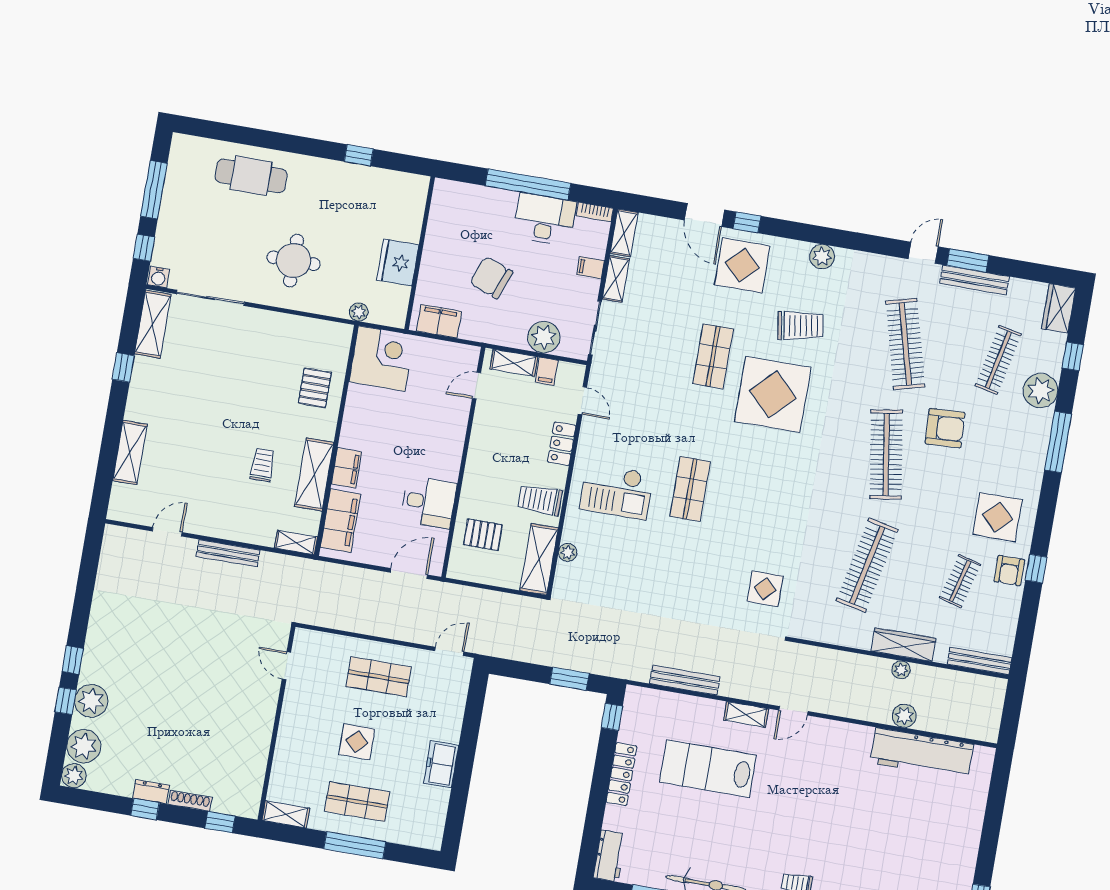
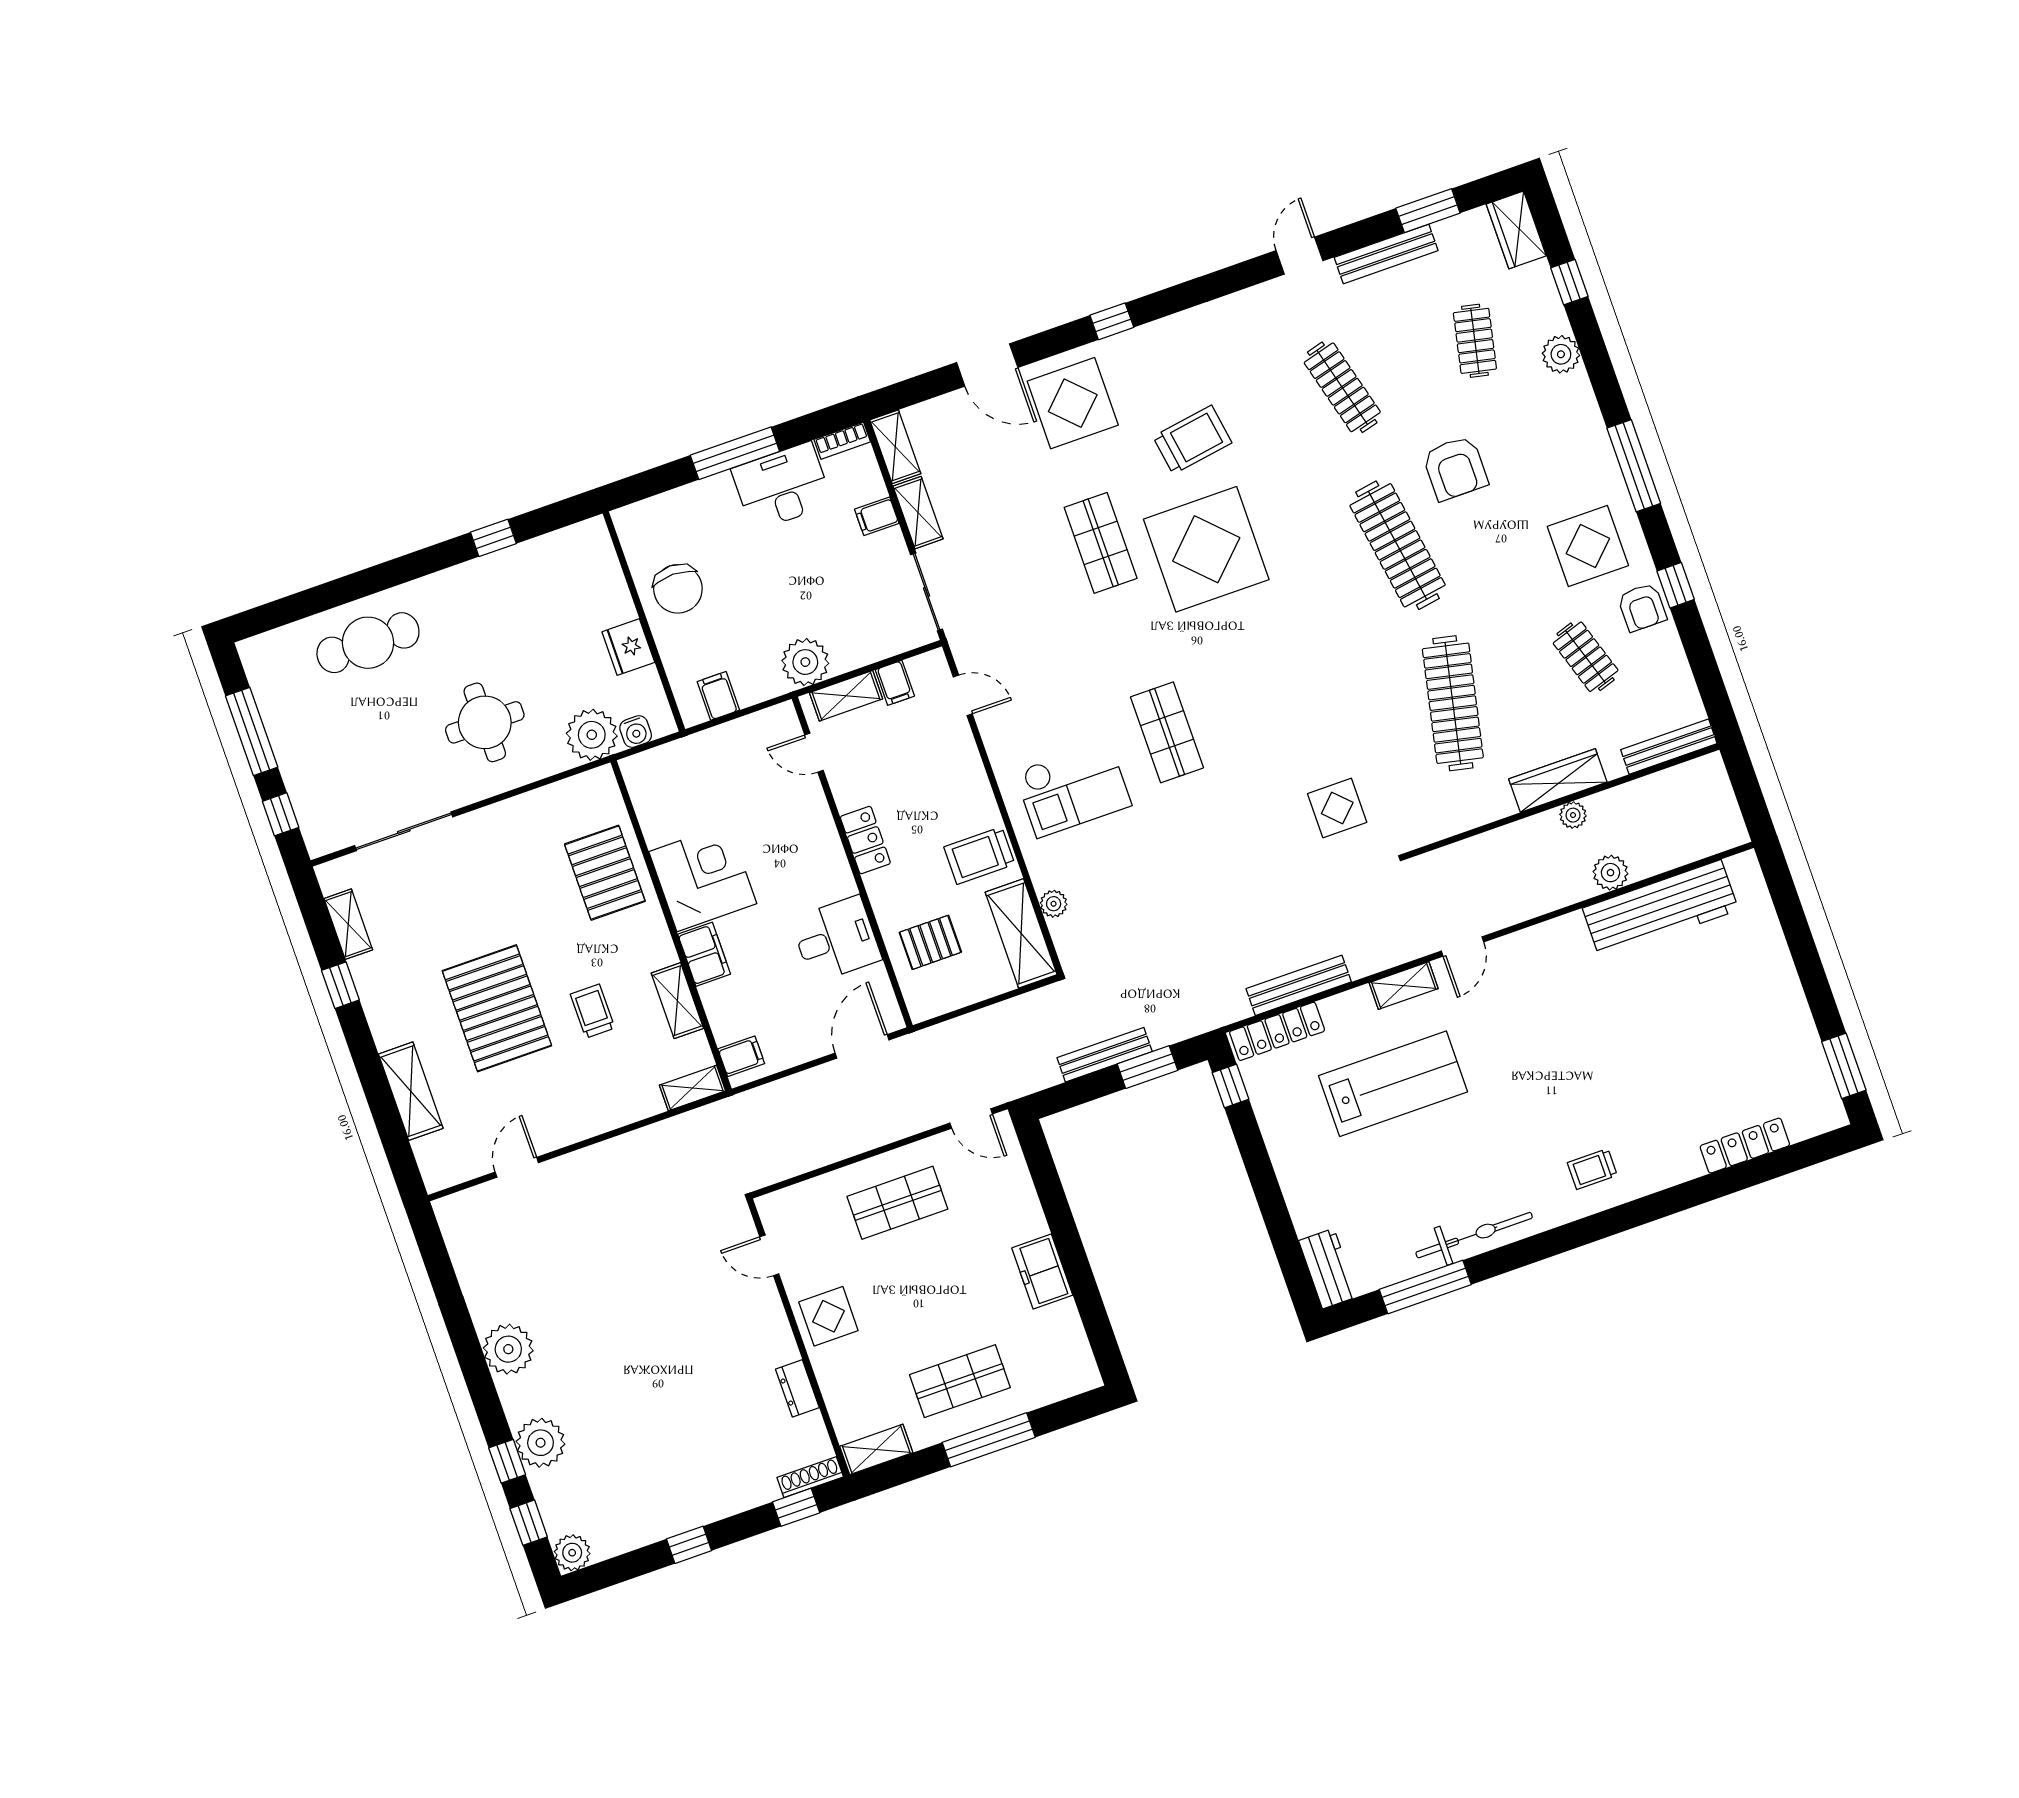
window: (528, 184) -> (735, 453), width x0.68
window: (747, 222) -> (1112, 321), moved
plant: (822, 257) -> (1171, 334), removed
window: (968, 260) -> (1428, 211), moved
fridge: (398, 262) -> (628, 647), width x0.73, depth x0.75
water cooler: (158, 277) -> (636, 732), moved
chair: (491, 277) -> (678, 589), moved, turned -111
plant: (359, 312) -> (592, 735), width x1.88, depth x1.88
filing cabinet: (439, 321) -> (718, 696), width x0.50
shelving: (153, 324) -> (348, 924), width x0.67, depth x0.75
plant: (544, 337) -> (805, 662), moved
clothes rail: (905, 344) -> (1342, 387), width x0.73, depth x0.76
corner desk: (382, 359) -> (703, 878), moved
clothes rail: (998, 360) -> (1475, 341), width x0.73
door: (477, 386) -> (814, 753), hinge flipped
pallet: (315, 388) -> (605, 873), width x1.50, depth x1.42
plant: (1040, 391) -> (1561, 354), width x0.73, depth x0.73
armchair: (945, 428) -> (1455, 468), turned 93
pallet: (207, 432) -> (497, 1008), added
window: (1058, 442) -> (1634, 466), moved
locker: (562, 444) -> (865, 840), moved, turned 180
shelving: (314, 474) -> (677, 1001), width x0.67, depth x0.75
filing cabinet: (340, 521) -> (741, 1056), width x0.33, depth x0.86
bench: (228, 553) -> (1105, 1055), moved
clothes rail: (960, 581) -> (1586, 657), turned -33
door: (449, 651) -> (971, 1119), swing flipped
window: (73, 660) -> (529, 1523), moved
display table: (357, 742) -> (828, 1316), moved
plant: (84, 746) -> (508, 1349), moved
lab bench: (708, 769) -> (1393, 1084), turned 180
locker: (622, 774) -> (1277, 1031), moved, turned 90
dresser: (151, 792) -> (797, 1388), moved, turned -90
shoe rack: (190, 801) -> (810, 1477), moved

